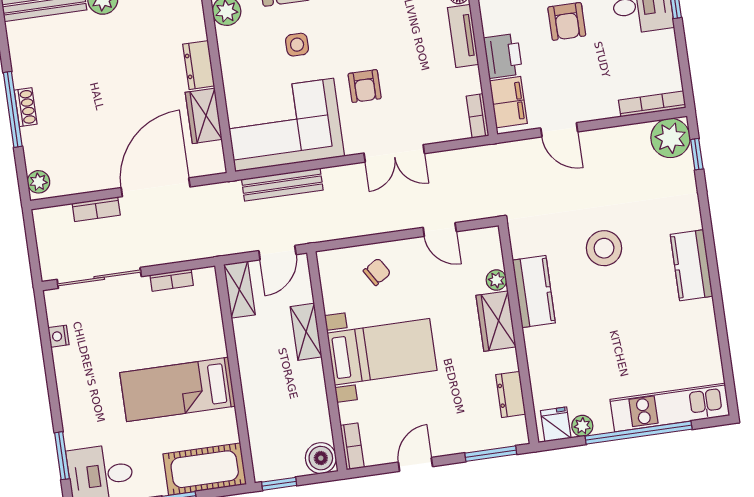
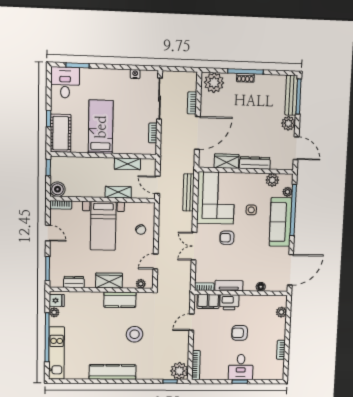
tv unit: (463, 36) -> (229, 286), moved
dresser: (199, 65) -> (255, 163), width x1.44
plant: (38, 182) -> (214, 83), width x1.88, depth x1.88
door: (156, 187) -> (197, 133), hinge flipped
kitchen counter: (692, 265) -> (113, 372), width x1.50
plant: (496, 280) -> (141, 284), moved
shelving: (239, 290) -> (127, 164), moved

